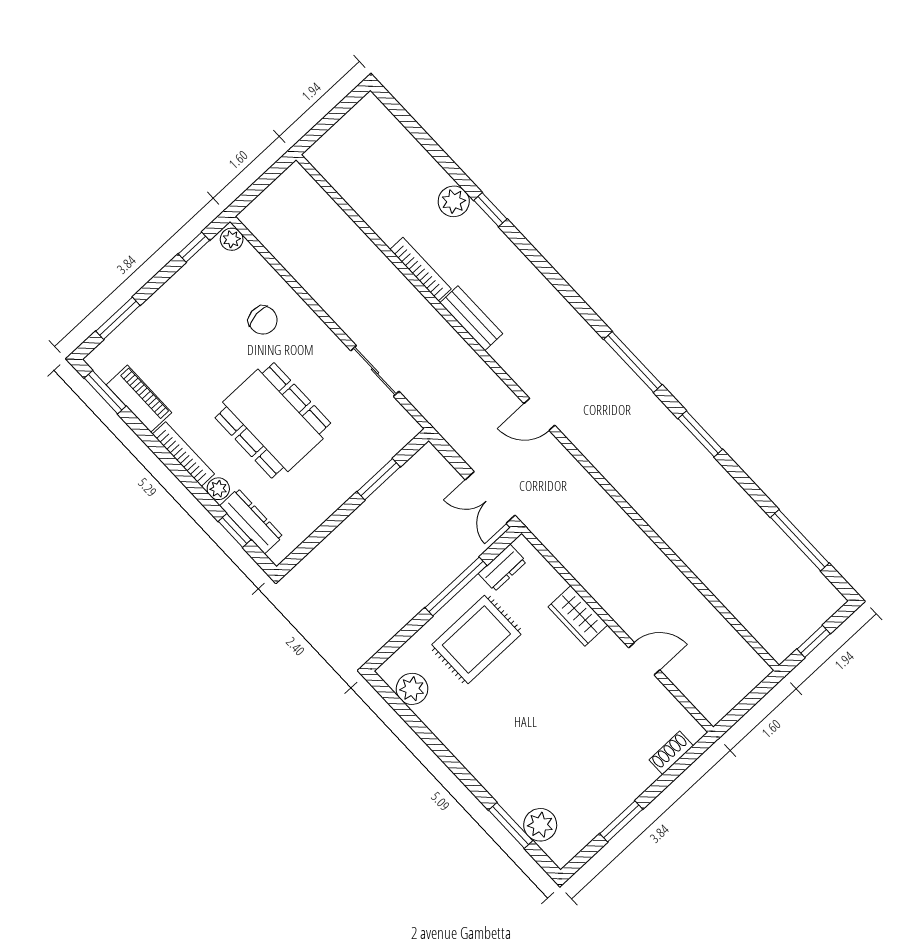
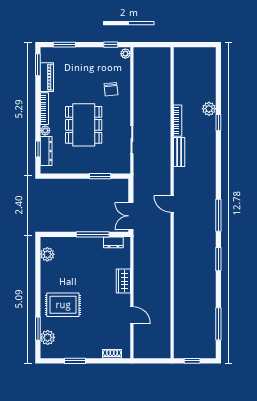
rug: (476, 640) -> (63, 305), moved

